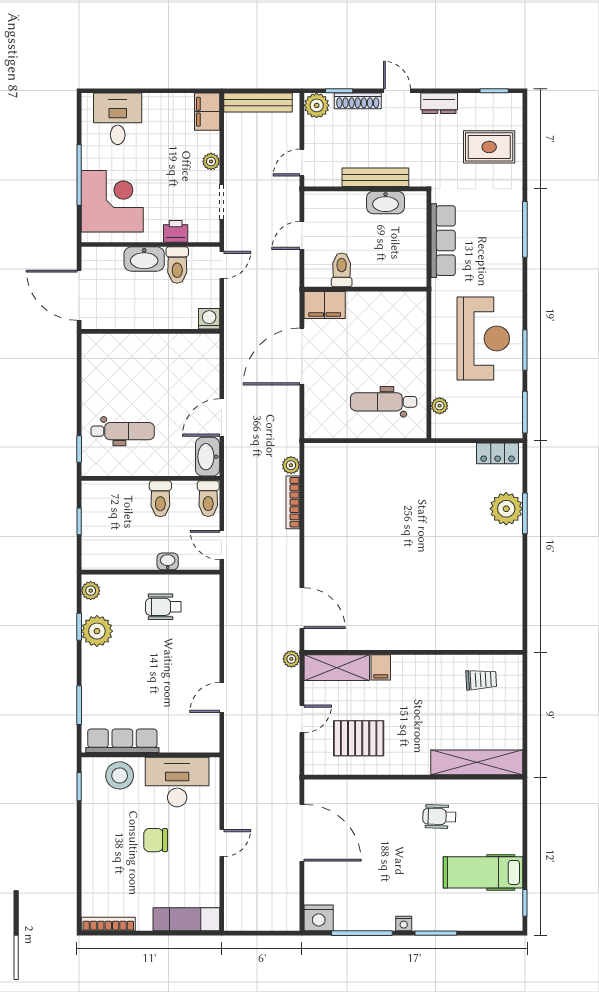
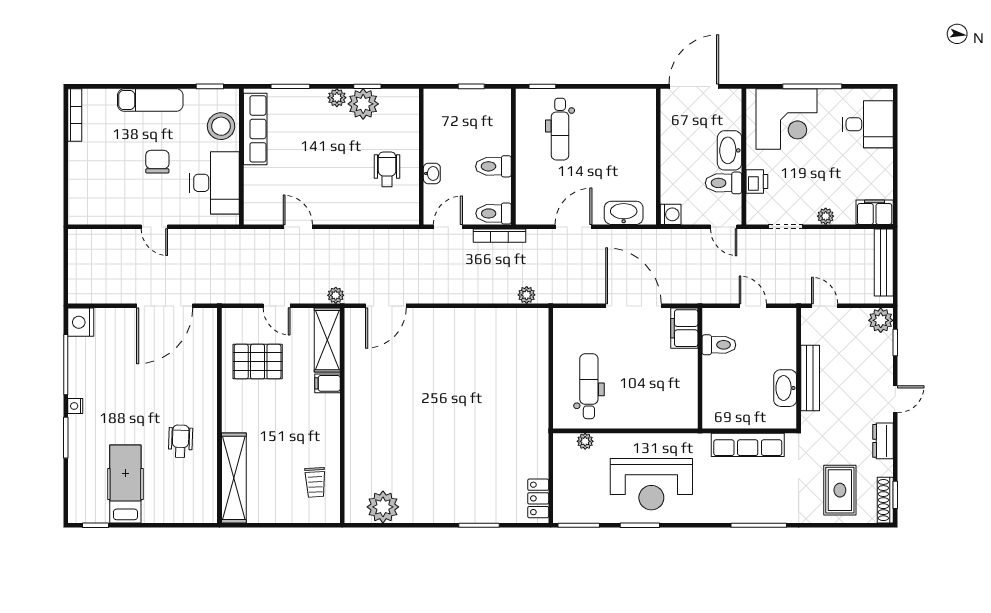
shoe rack: (358, 101) -> (885, 500), moved
door: (222, 418) -> (573, 227), hinge flipped
washbasin: (208, 457) -> (624, 213), moved
bookcase: (293, 502) -> (500, 236), moved, turned 180
plant: (506, 509) -> (383, 507), moved
plant: (91, 591) -> (337, 98), moved
pallet: (359, 738) -> (258, 362), turned 90
exam couch: (186, 919) -> (150, 100), moved, turned 90

